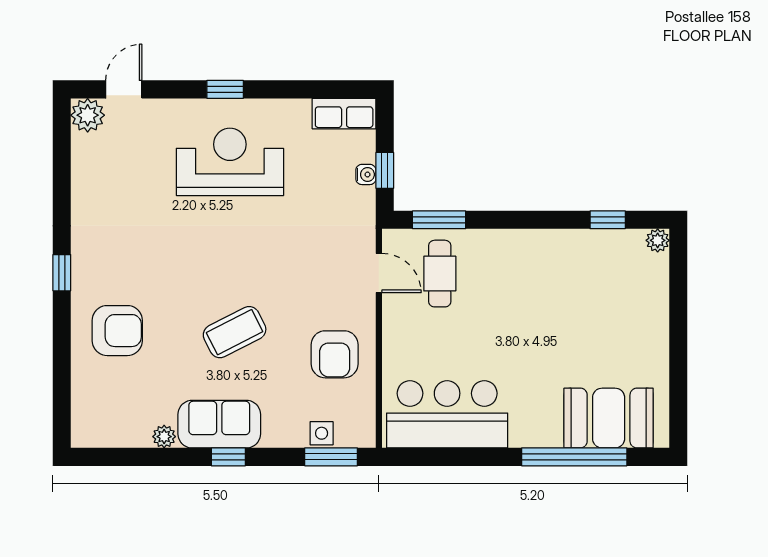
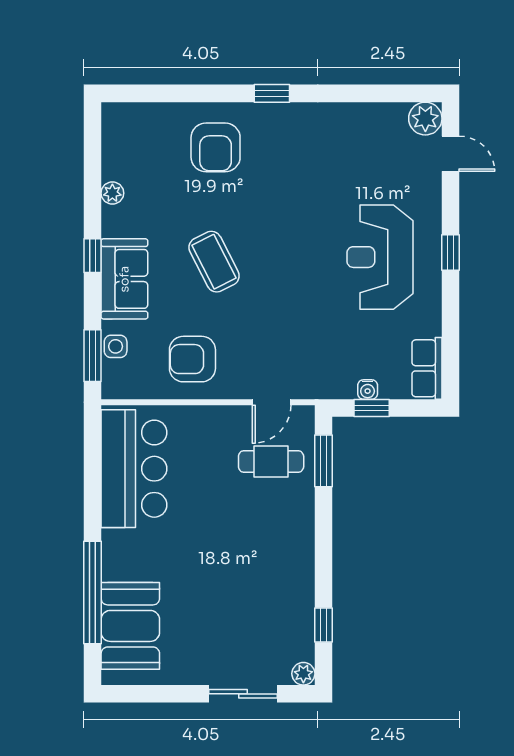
reception desk: (230, 162) -> (380, 257), turned 180
sliding door: (678, 302) -> (243, 694), added
sofa: (219, 424) -> (124, 279), moved

